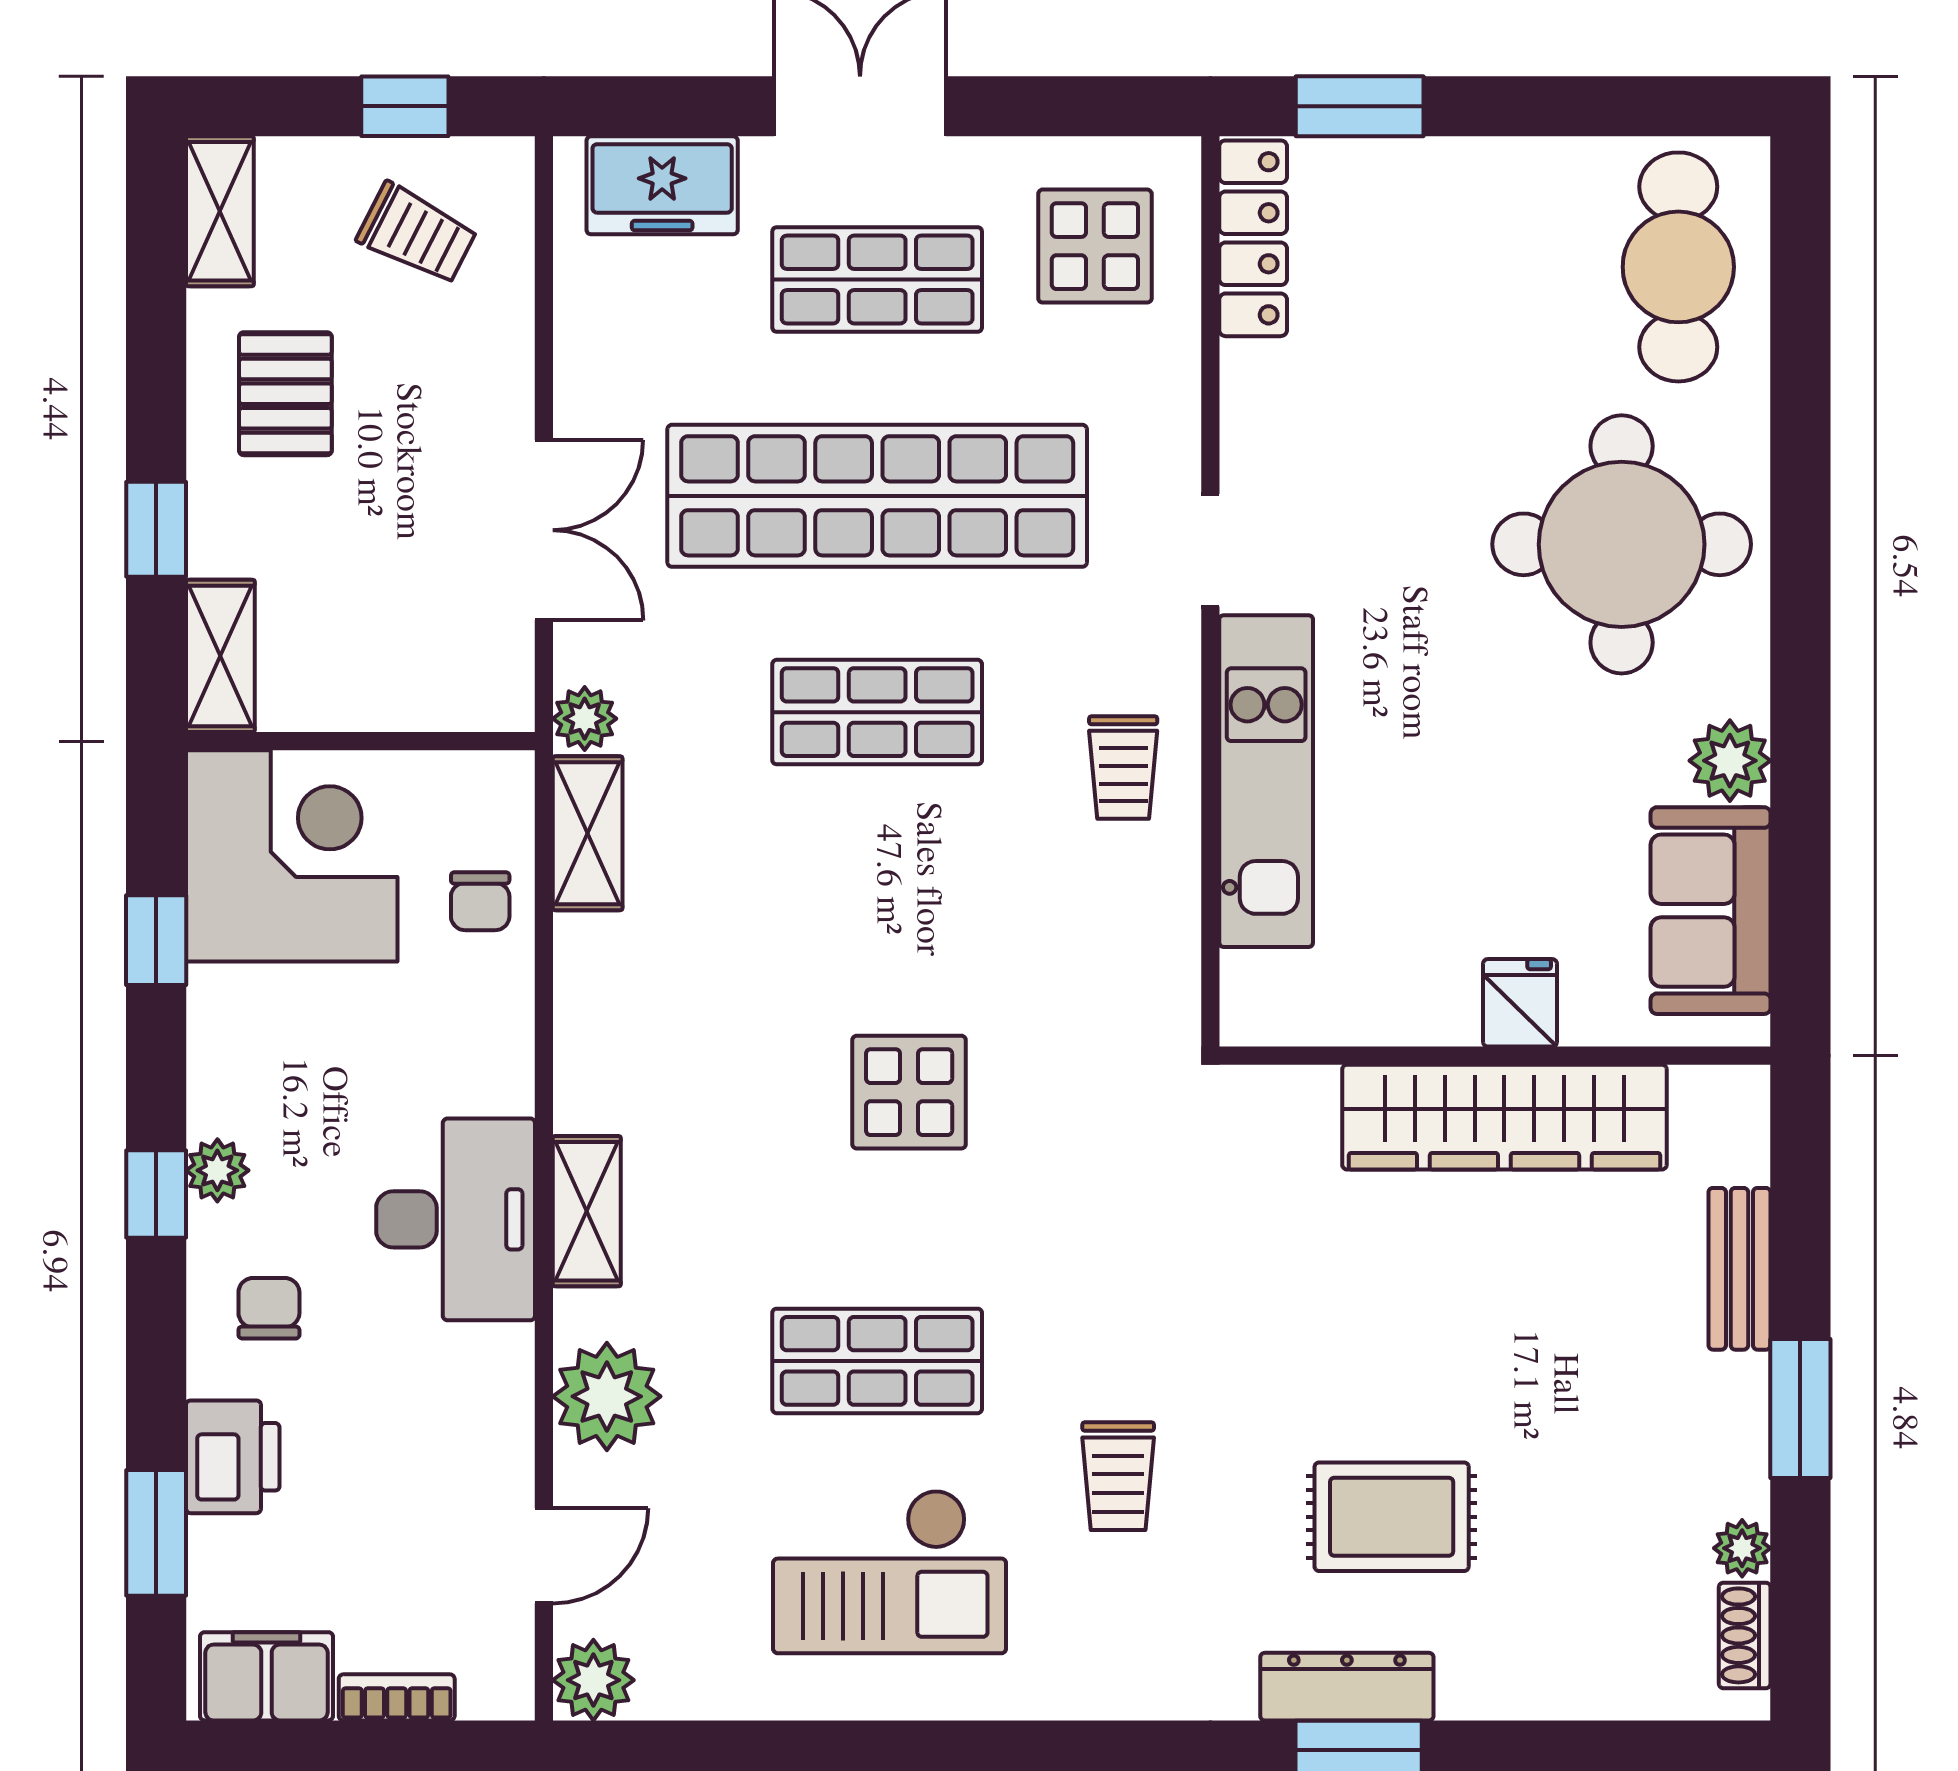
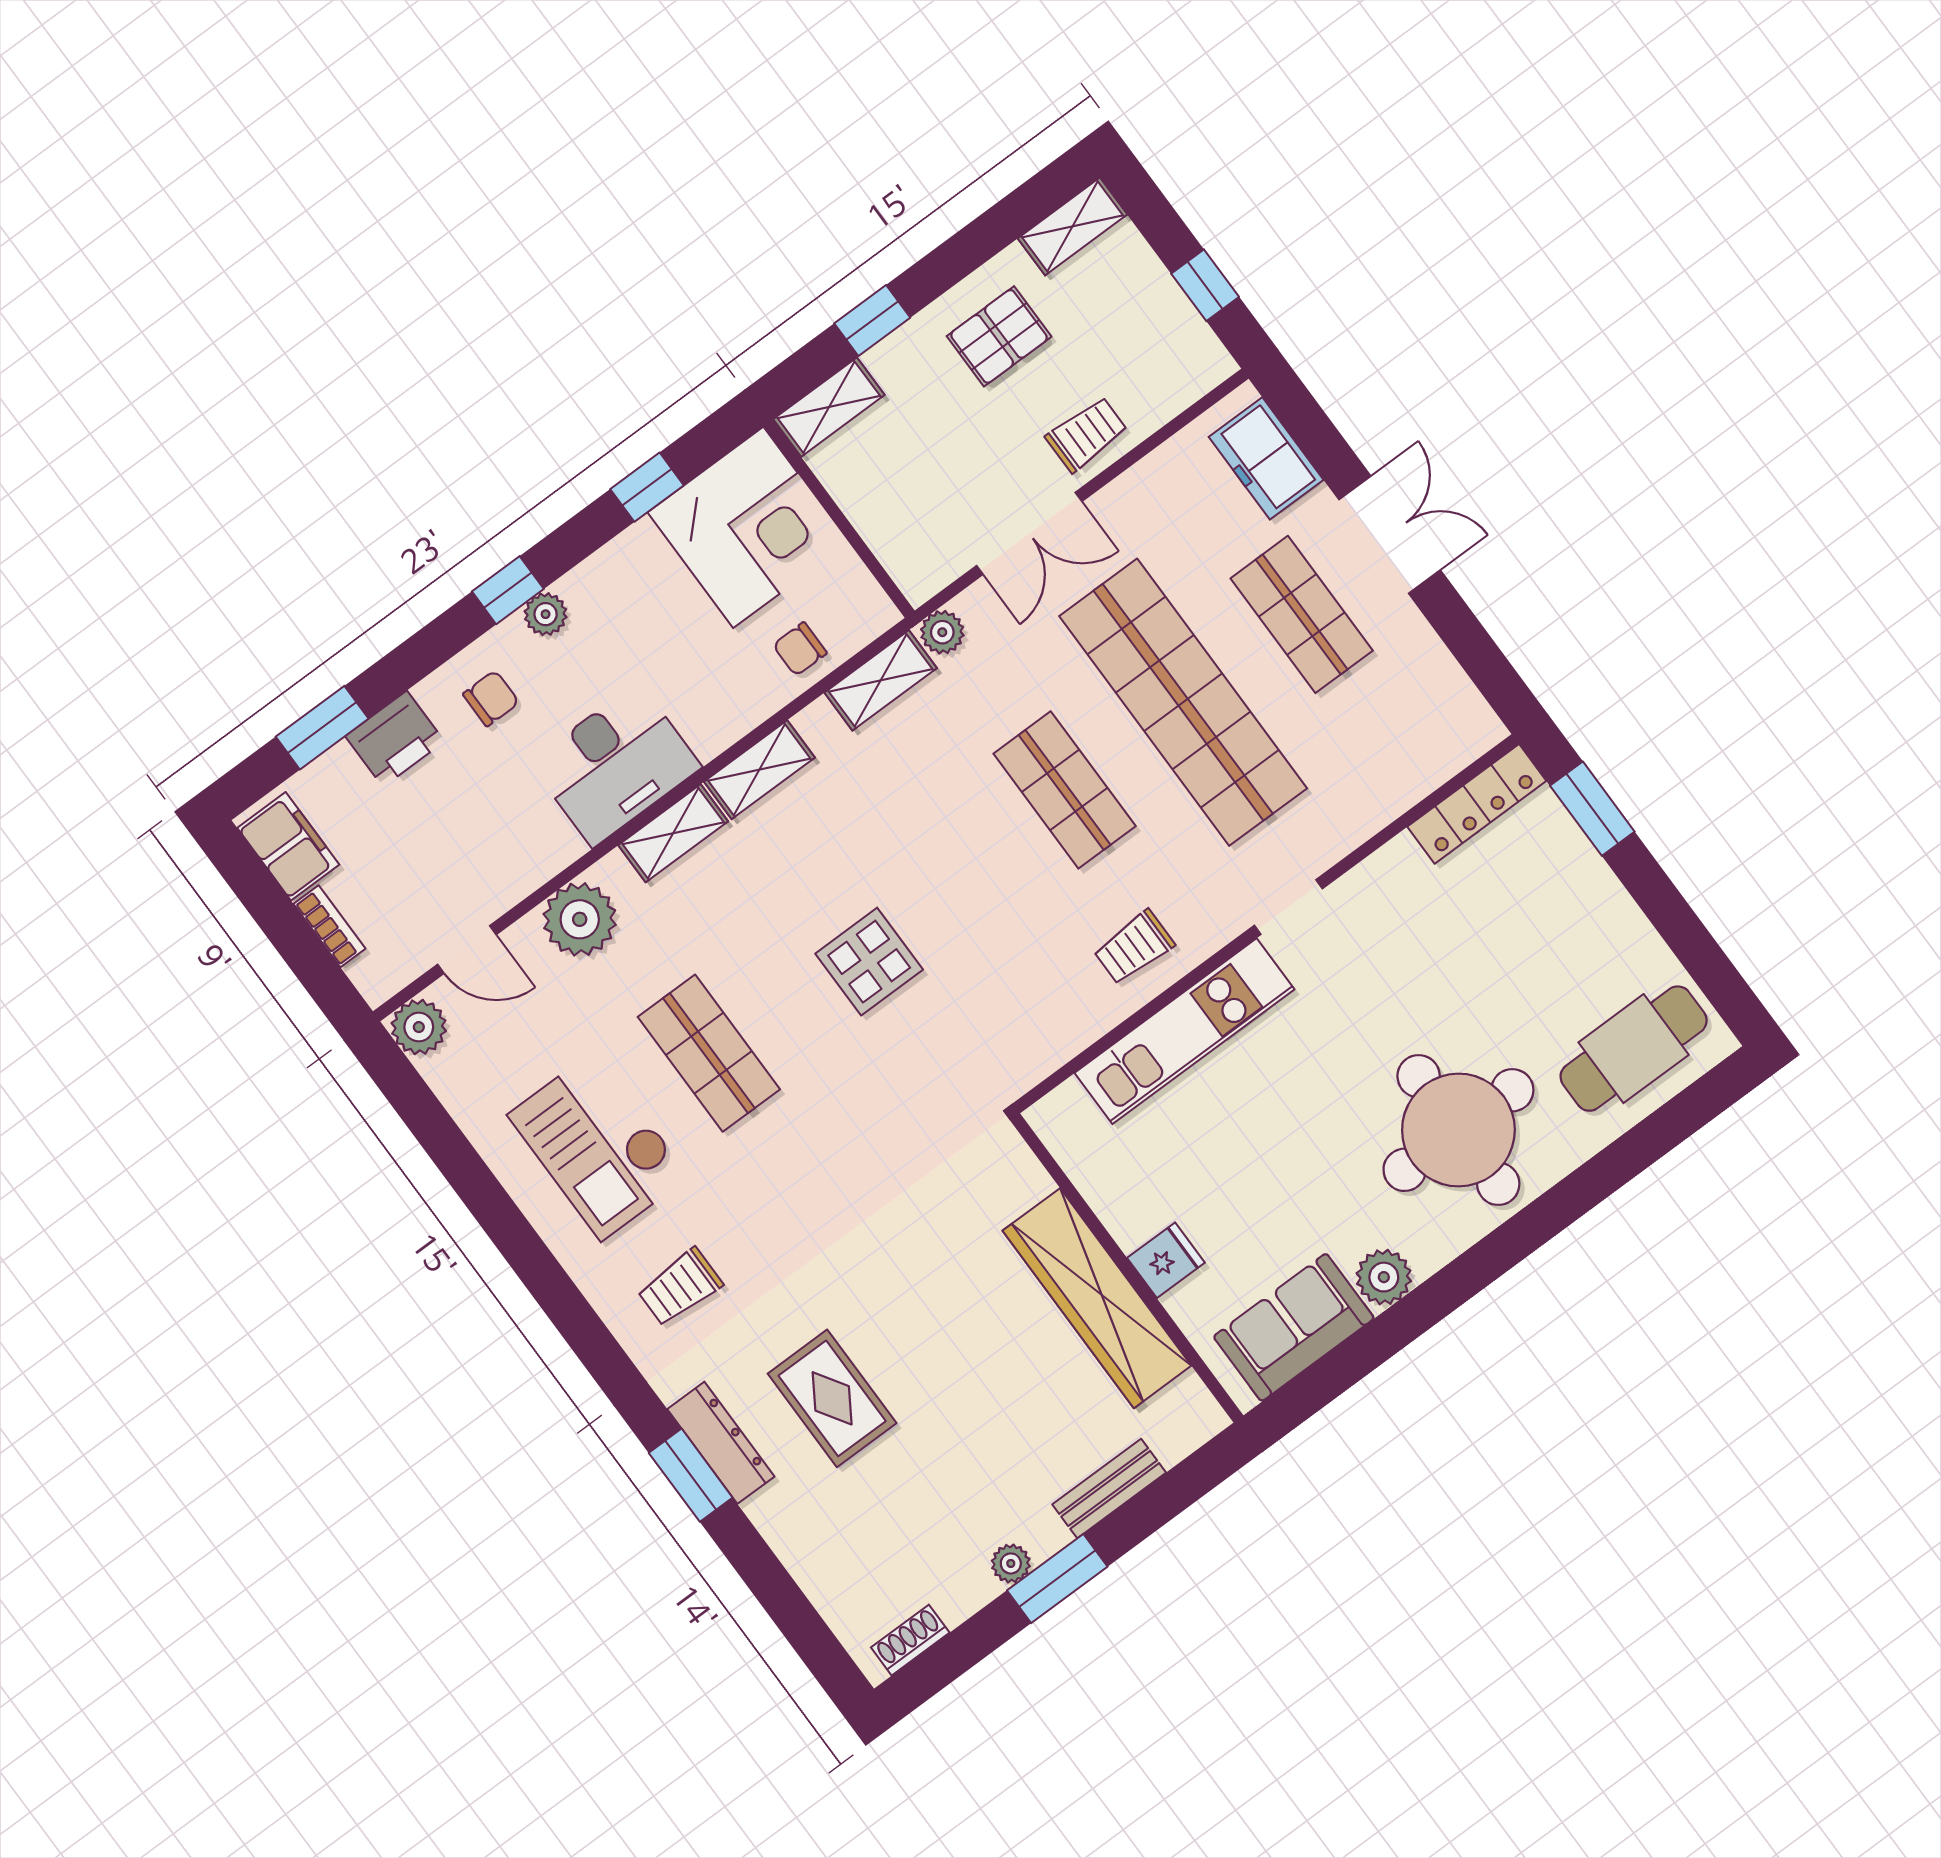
trolley: (417, 234) -> (1087, 434), moved, turned -117
display table: (1095, 246) -> (1408, 720), removed
shelving: (587, 1054) -> (759, 770), added
trolley: (1118, 1476) -> (680, 1287), moved
plant: (1742, 1548) -> (1011, 1563), moved

